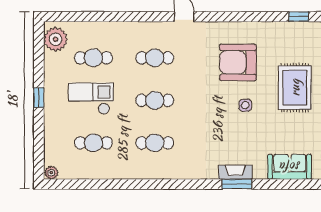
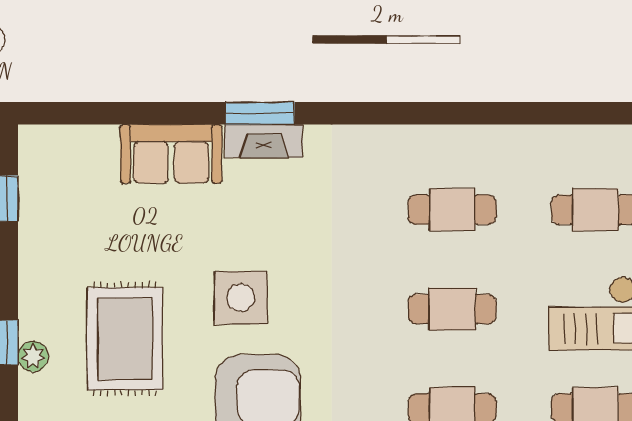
side table: (245, 105) -> (241, 298), width x1.87, depth x1.87
sofa: (290, 167) -> (171, 154), moved

